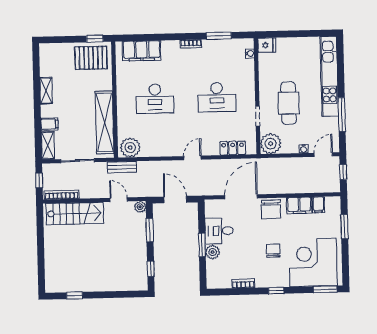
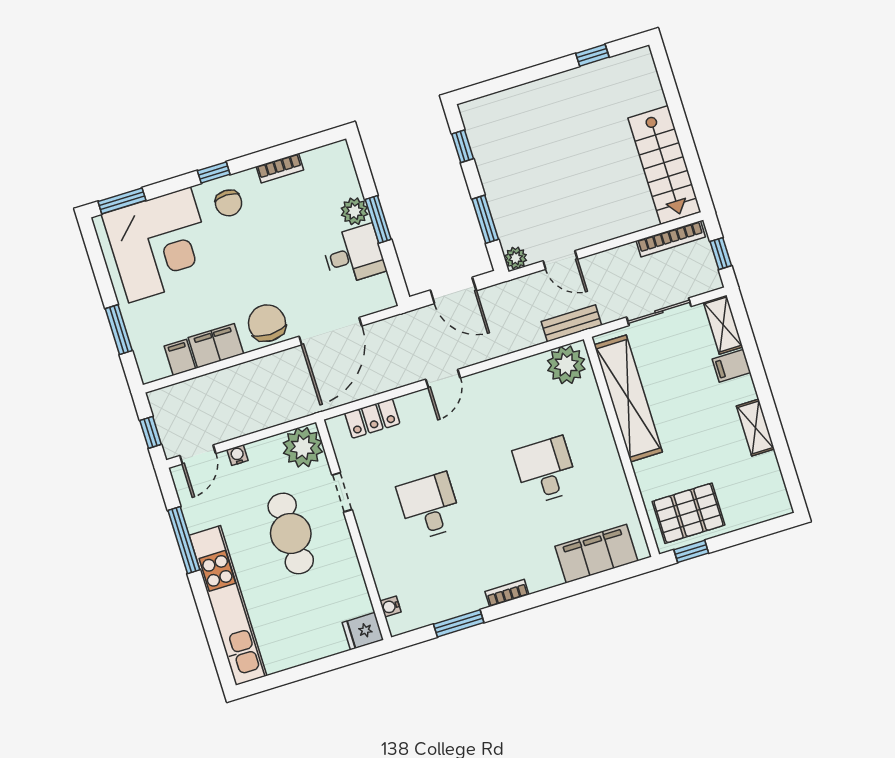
desk: (217, 97) -> (429, 506), width x0.73
desk: (155, 99) -> (546, 470), width x0.73
stairs: (75, 213) -> (665, 165), moved, turned -90
chair: (273, 251) -> (229, 203), moved

